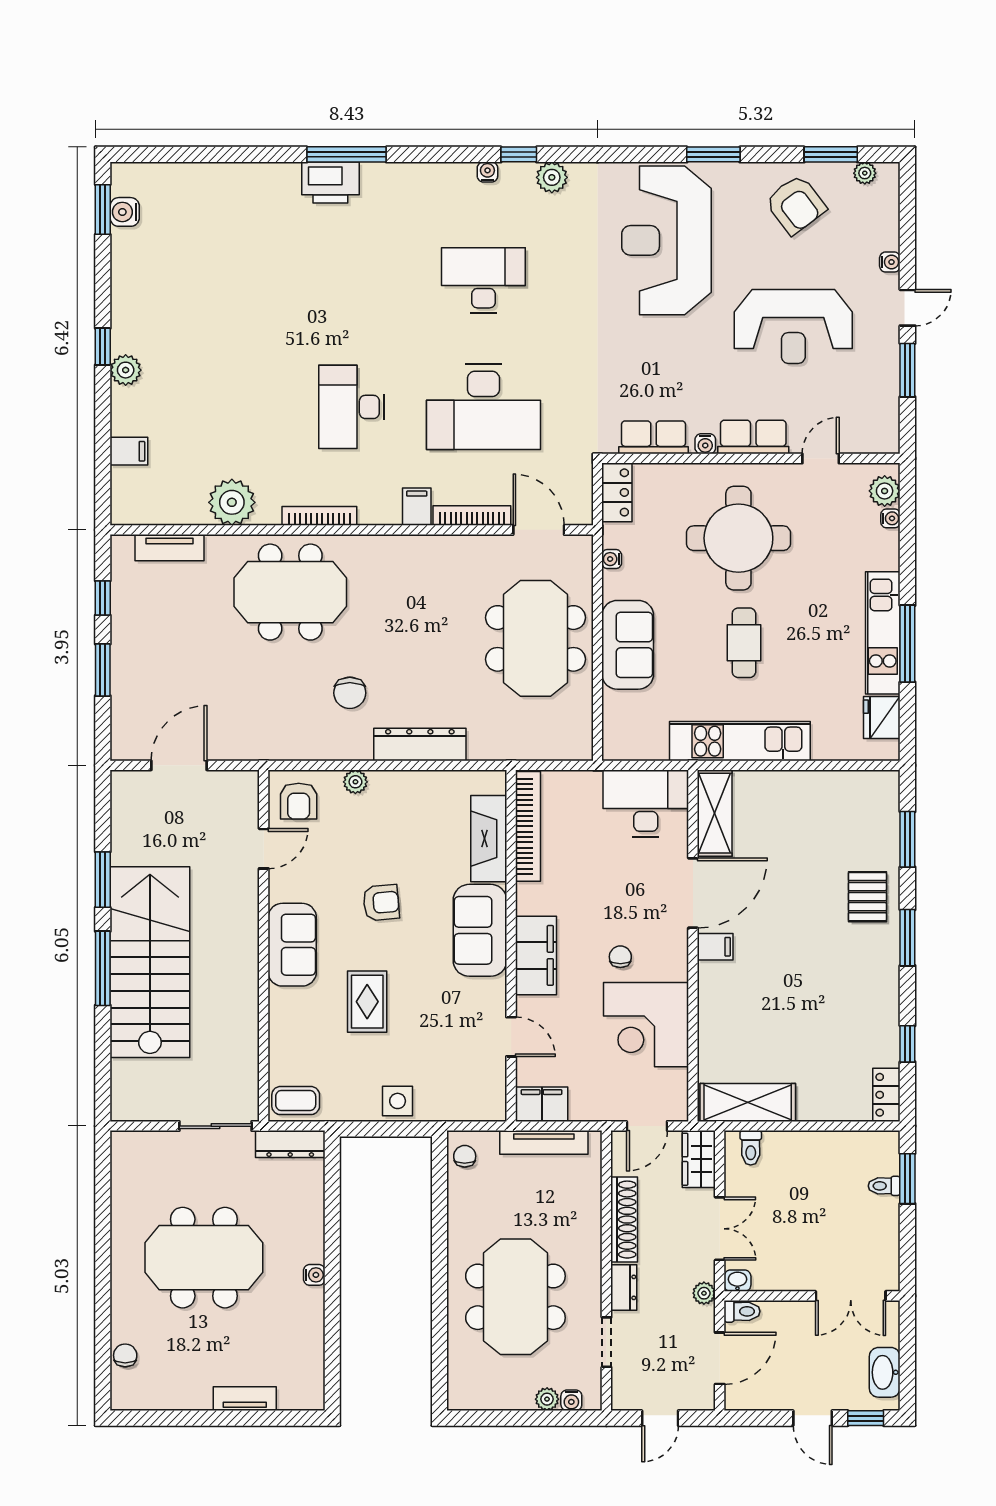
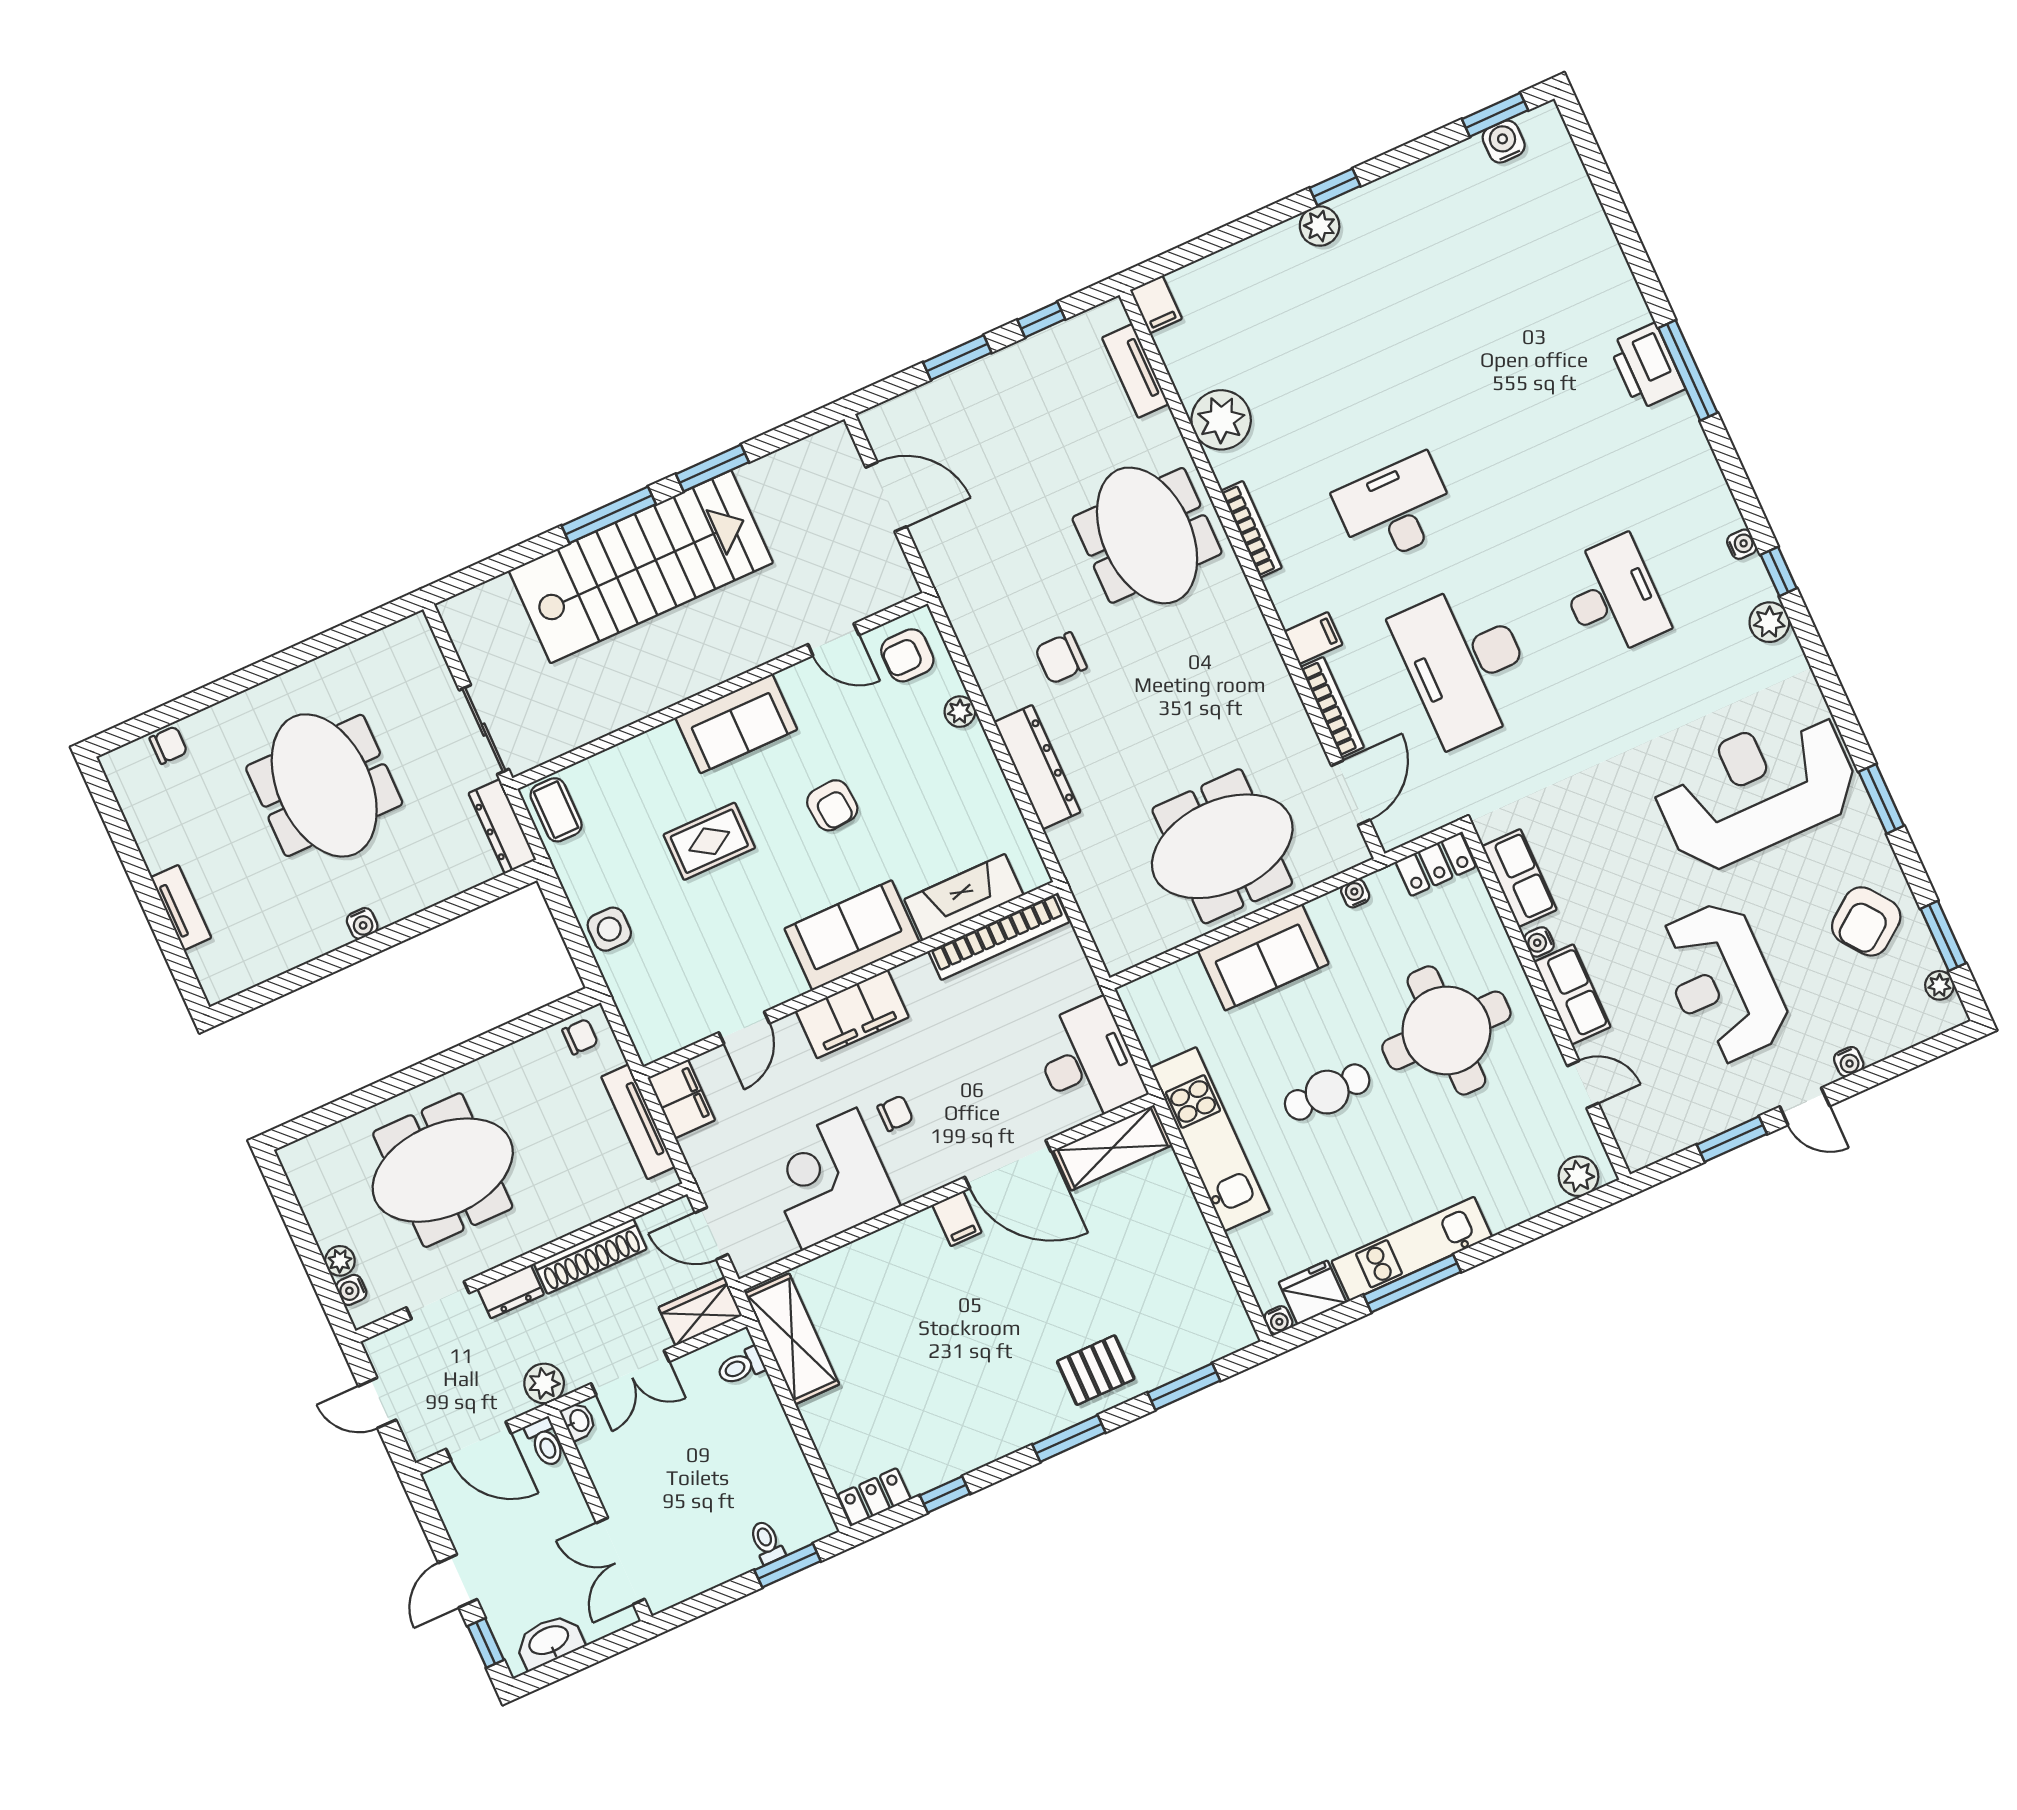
filing cabinet: (129, 451) -> (1156, 304), moved
water cooler: (890, 518) -> (1279, 1320), moved
plant: (704, 1293) -> (544, 1383), width x1.38, depth x1.38

